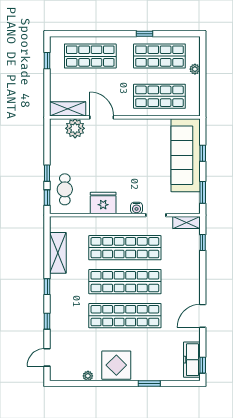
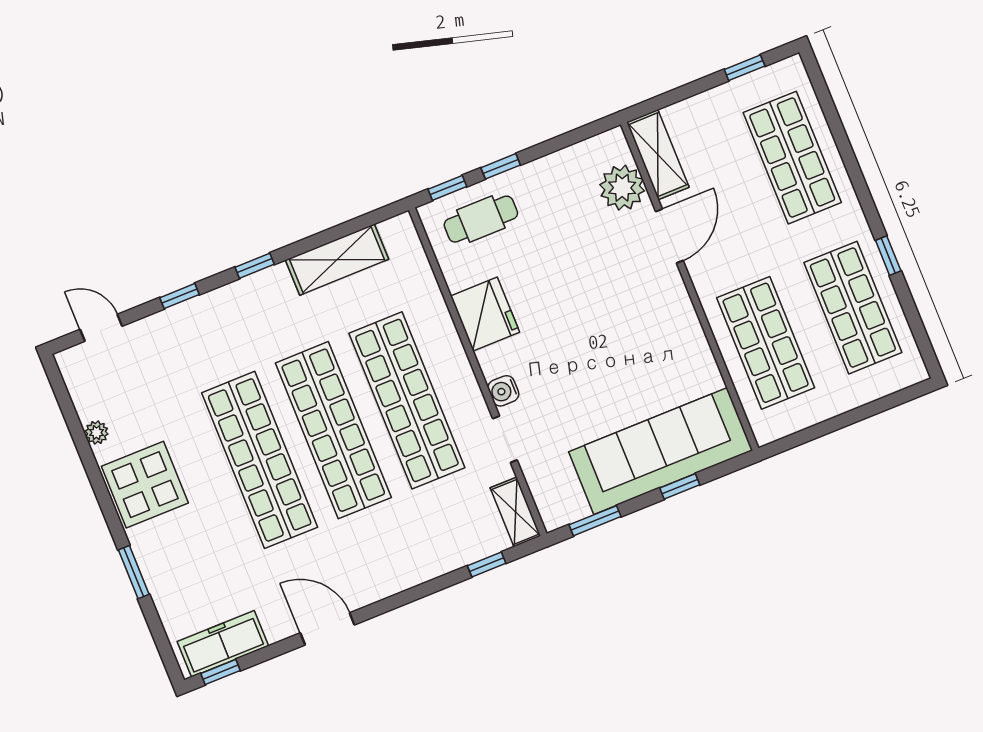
plant: (195, 69) -> (855, 396), removed

